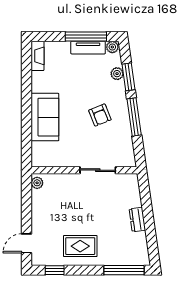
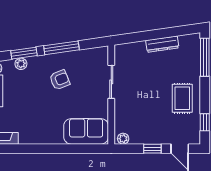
sofa: (45, 117) -> (86, 131), moved
window: (26, 214) -> (152, 149), added
dresser: (137, 220) -> (162, 44), width x1.44

